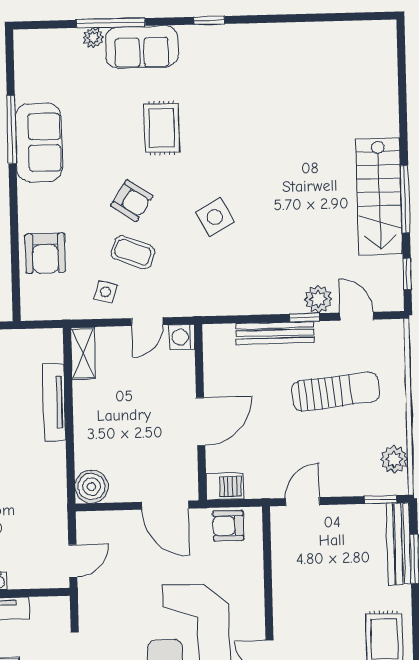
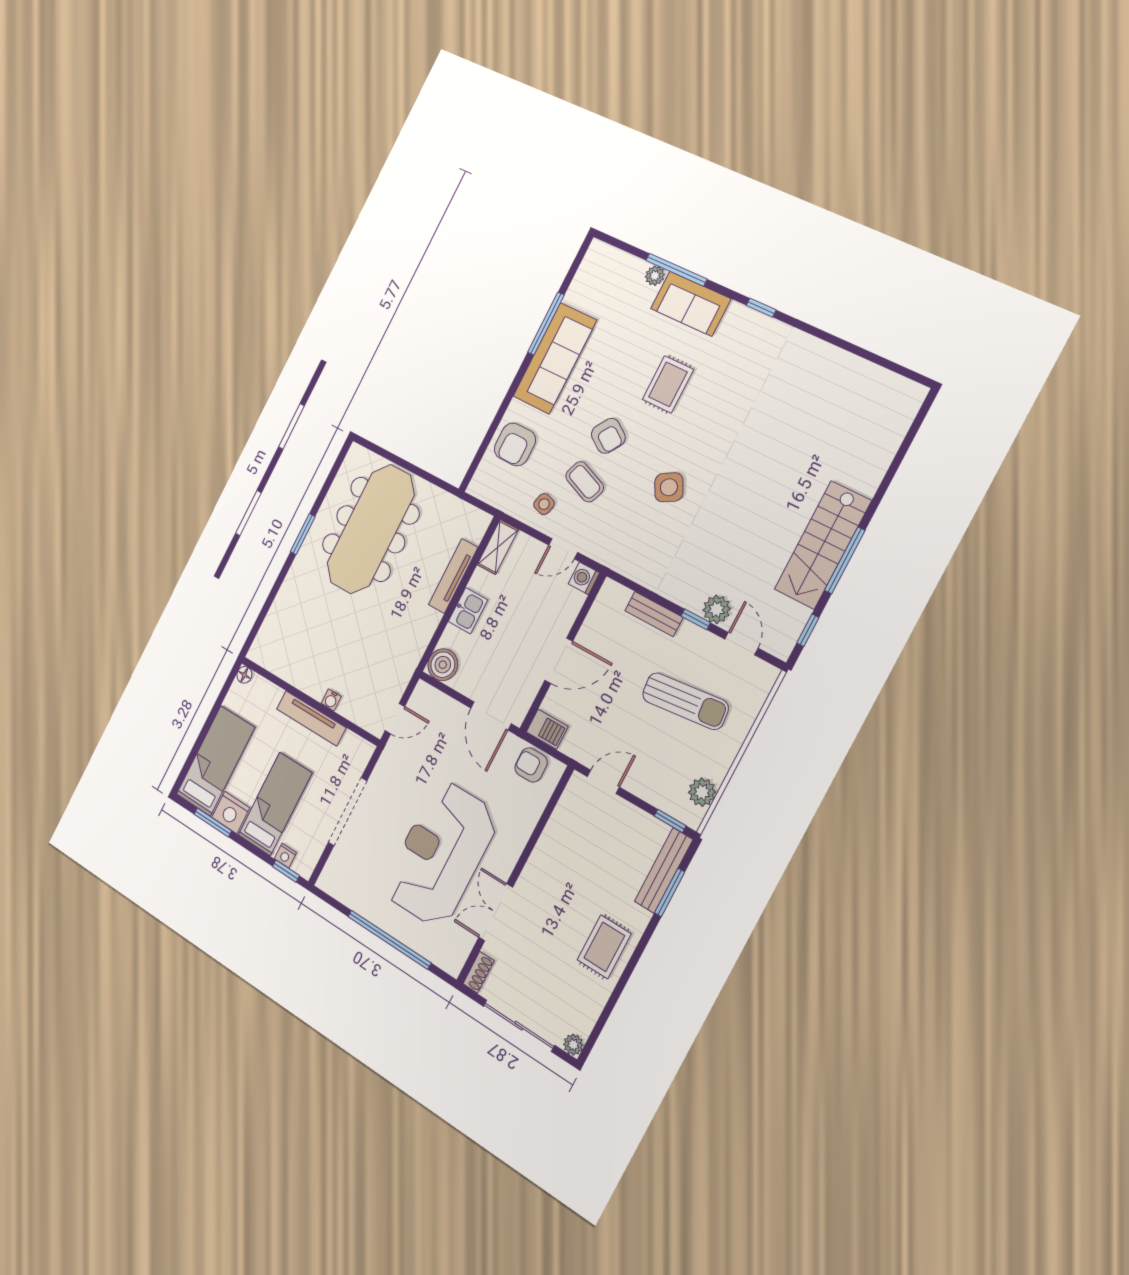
sofa: (39, 142) -> (555, 358), width x1.36
bench: (275, 333) -> (654, 614), width x0.73
kitchen sink: (88, 425) -> (468, 611), added

